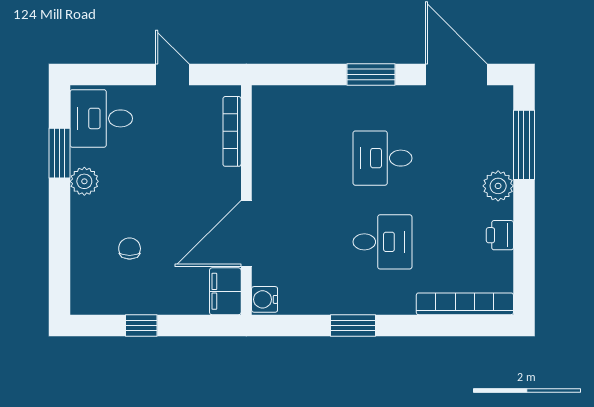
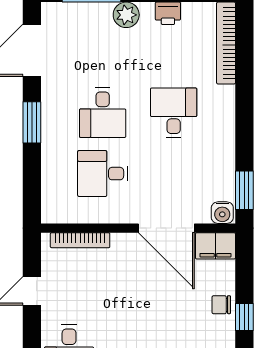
desk: (311, 158) -> (103, 174), added
chair: (130, 249) -> (221, 305), moved
window: (353, 325) -> (244, 190), moved

